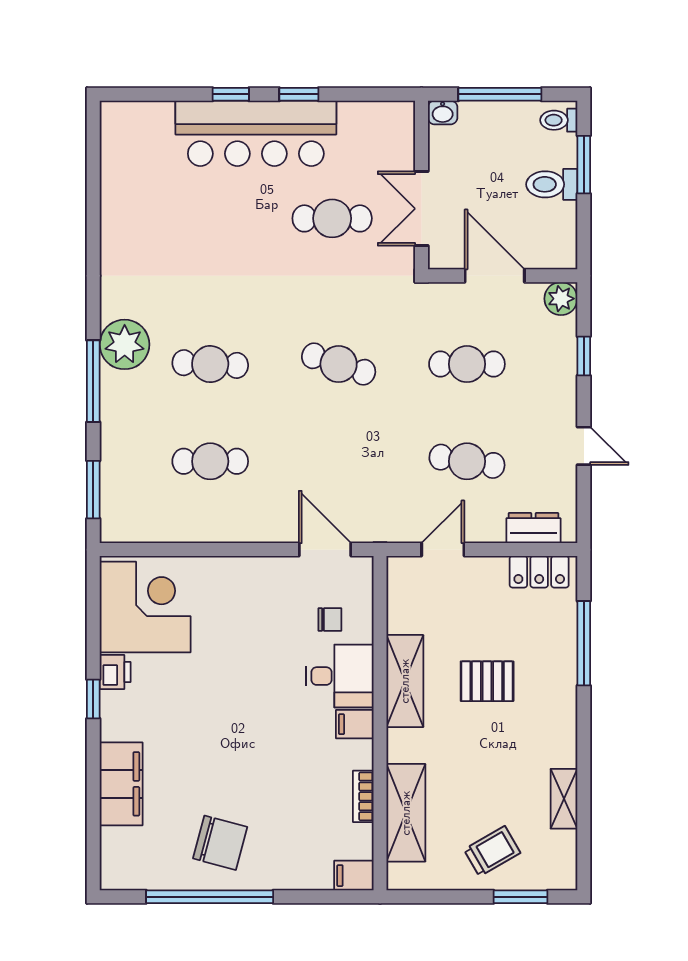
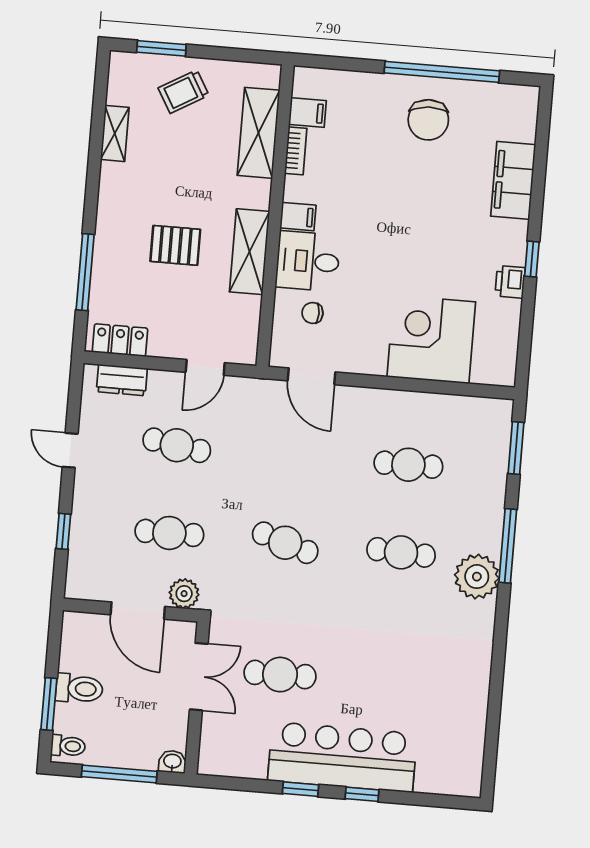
plant: (561, 299) -> (184, 594), moved
corner desk: (145, 607) -> (431, 339), moved, turned 90
chair: (220, 843) -> (428, 120), turned -108
filing cabinet: (354, 876) -> (307, 113), moved

